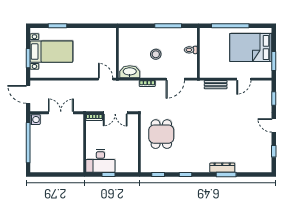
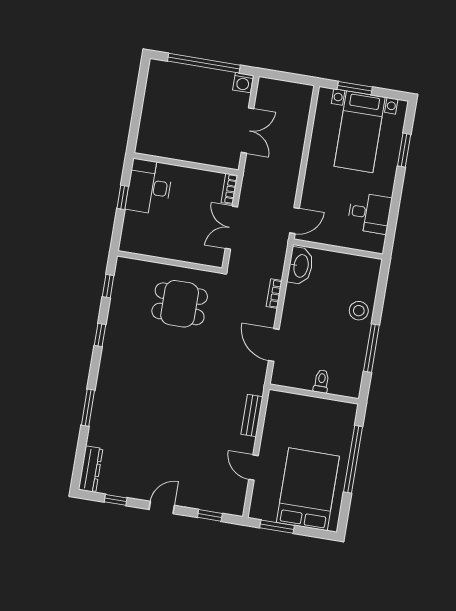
desk: (95, 39) -> (369, 213), added
stool: (156, 54) -> (359, 311), moved
door: (28, 94) -> (290, 77), removed
dresser: (222, 168) -> (91, 469), moved

